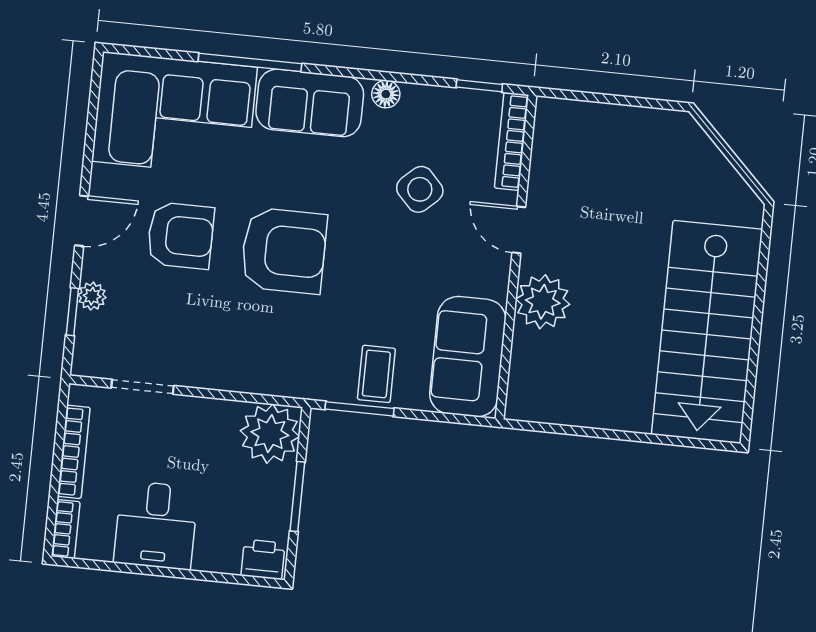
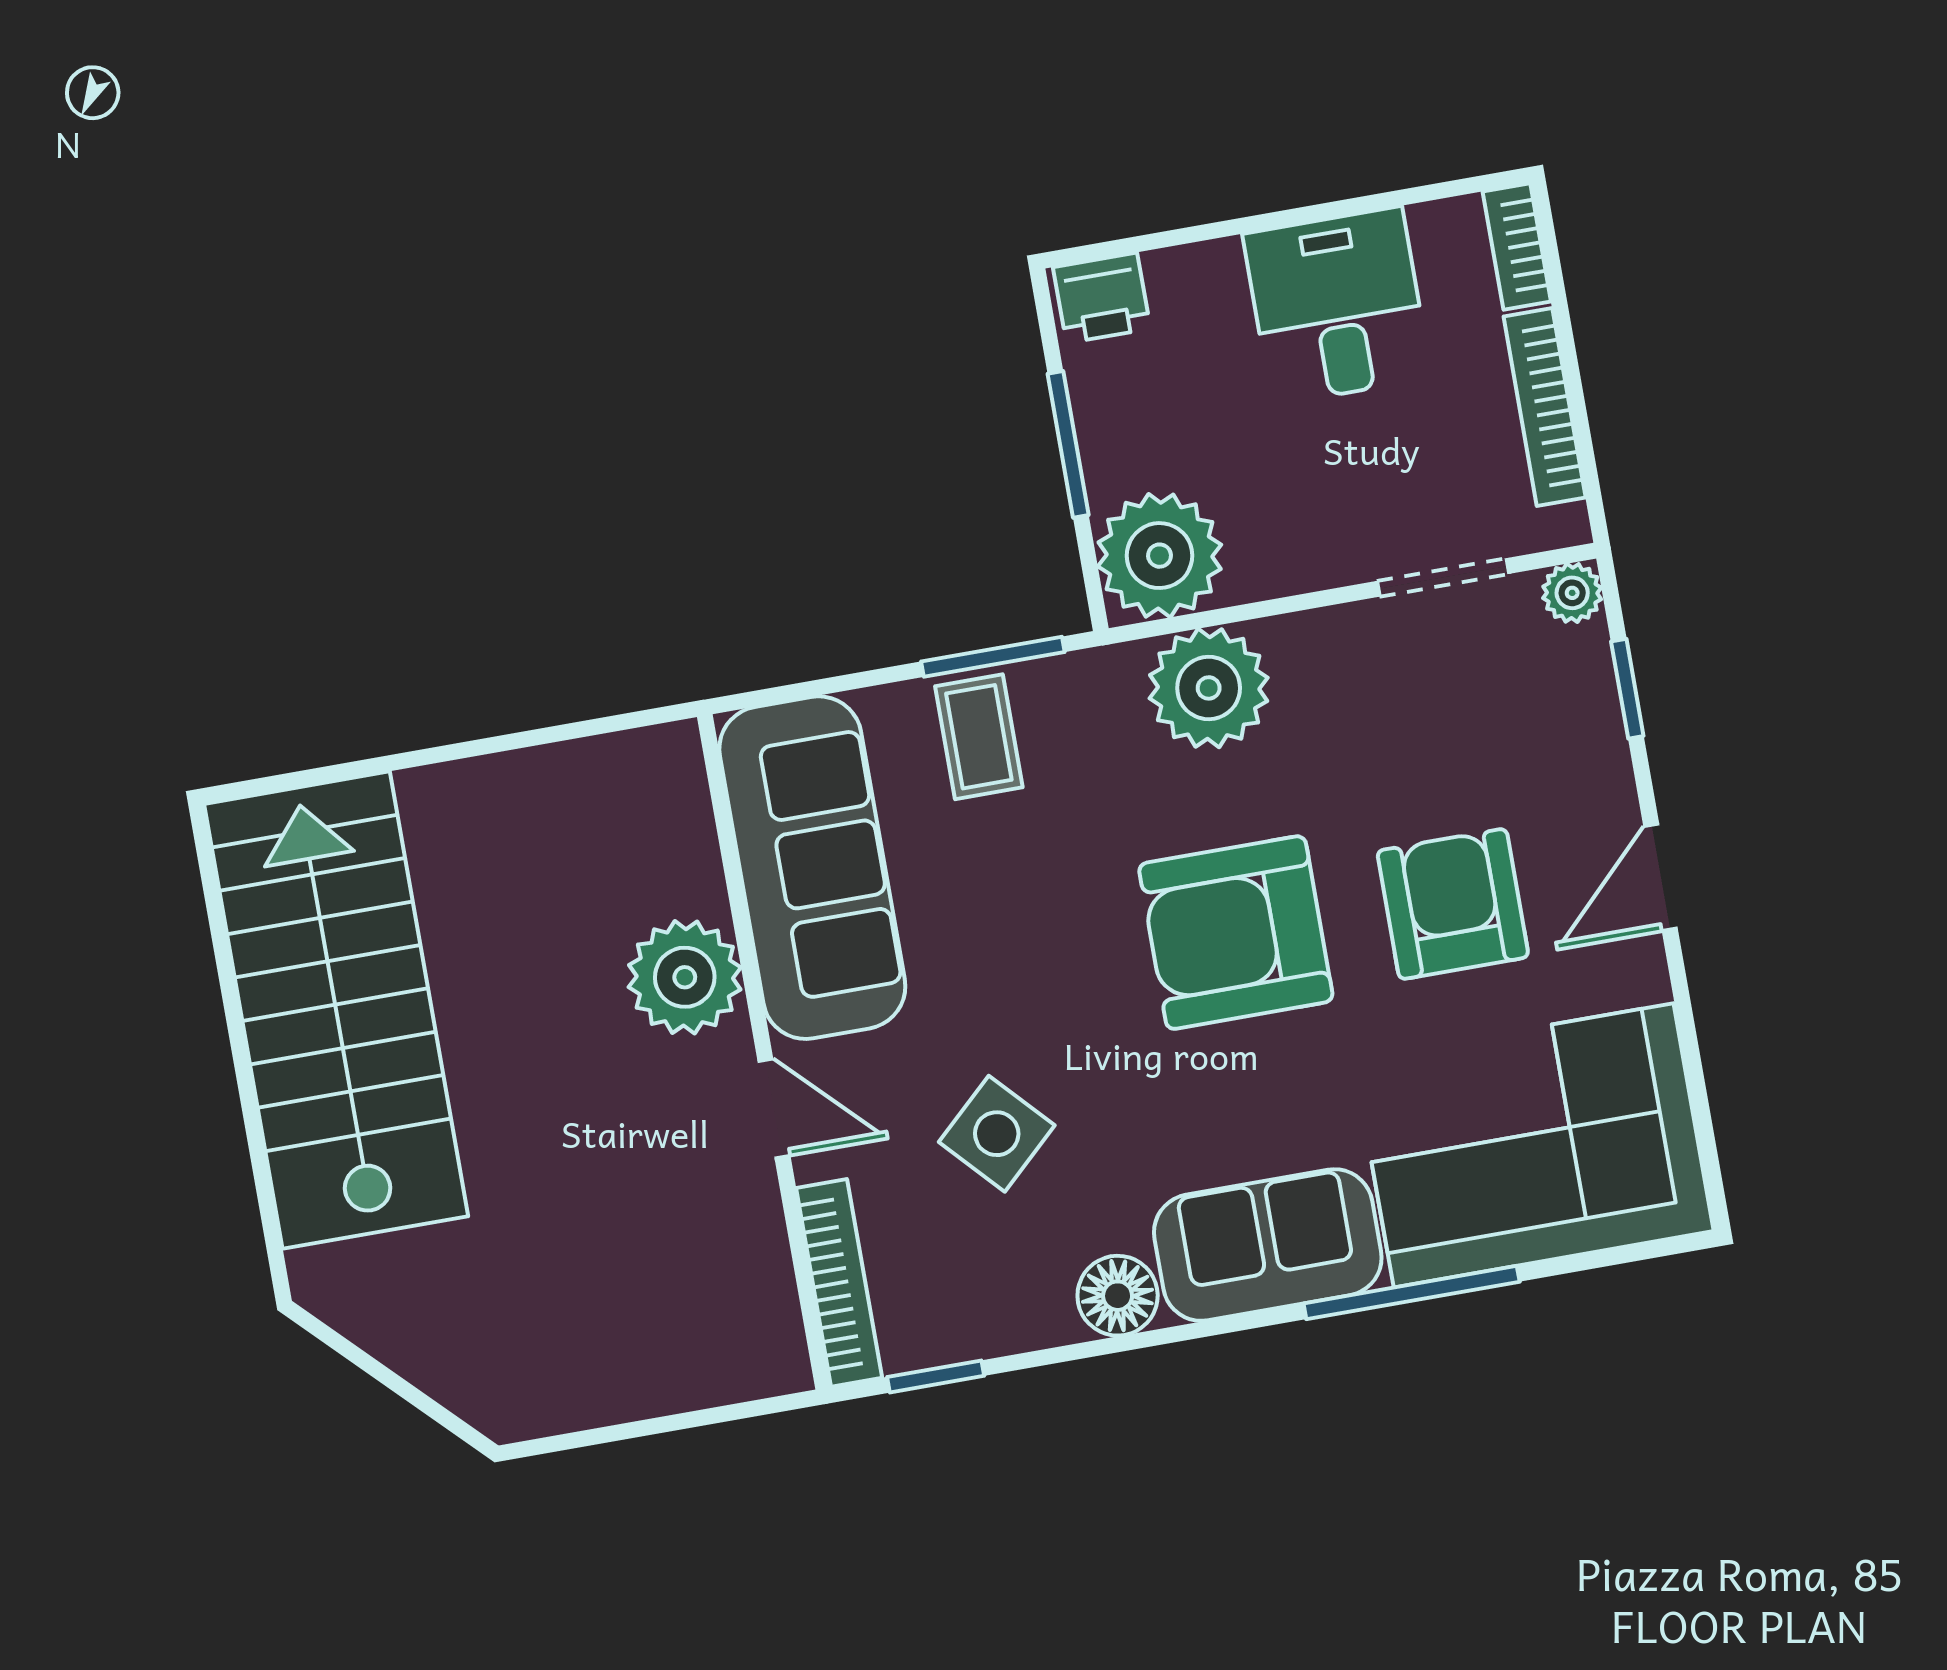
floor lamp: (386, 94) -> (1118, 1296), width x1.37, depth x1.37
armchair: (180, 236) -> (1453, 904), turned 90
plant: (92, 296) -> (1572, 593), moved
sofa: (468, 357) -> (812, 868), width x1.36
plant: (265, 366) -> (1209, 688), added

